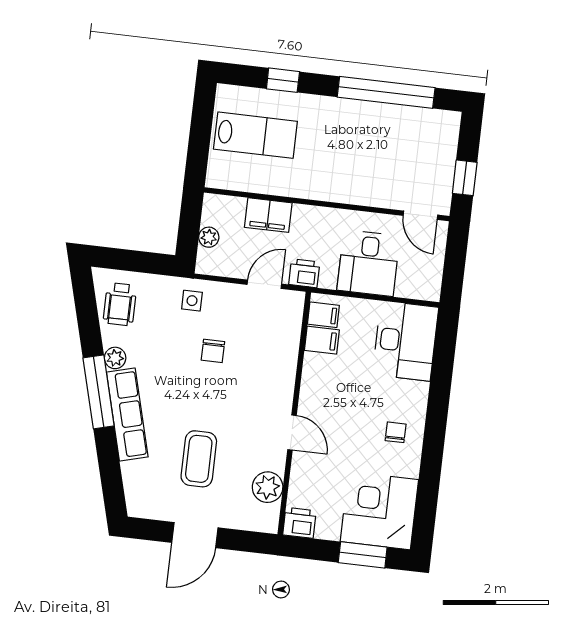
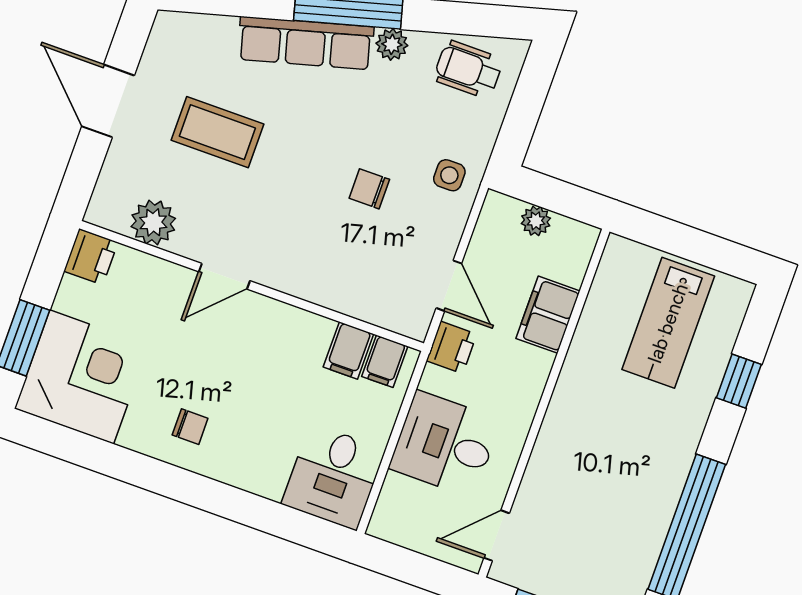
desk: (405, 341) -> (333, 477), width x0.73

